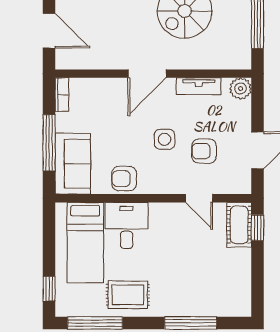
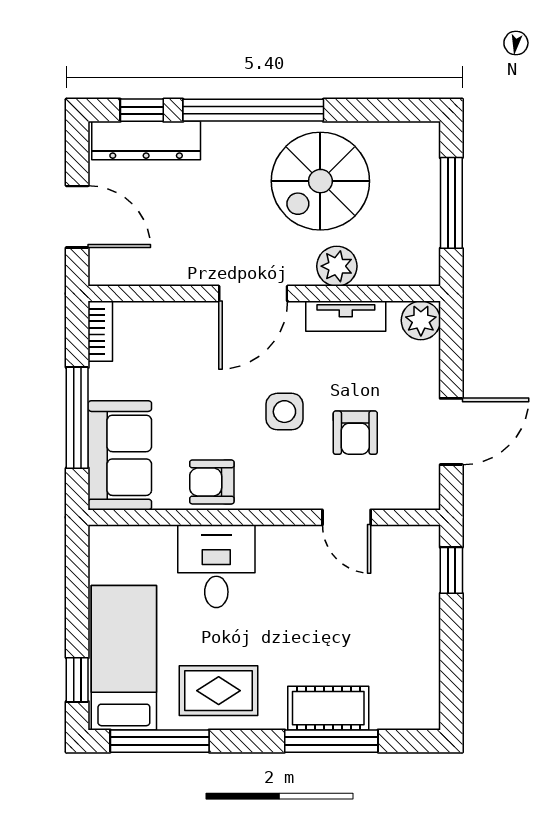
plant: (194, 58) -> (337, 266), added
armchair: (204, 151) -> (355, 433), turned -90
cot: (239, 225) -> (328, 708), moved, turned 90
bed: (85, 243) -> (124, 658), moved, turned 180

